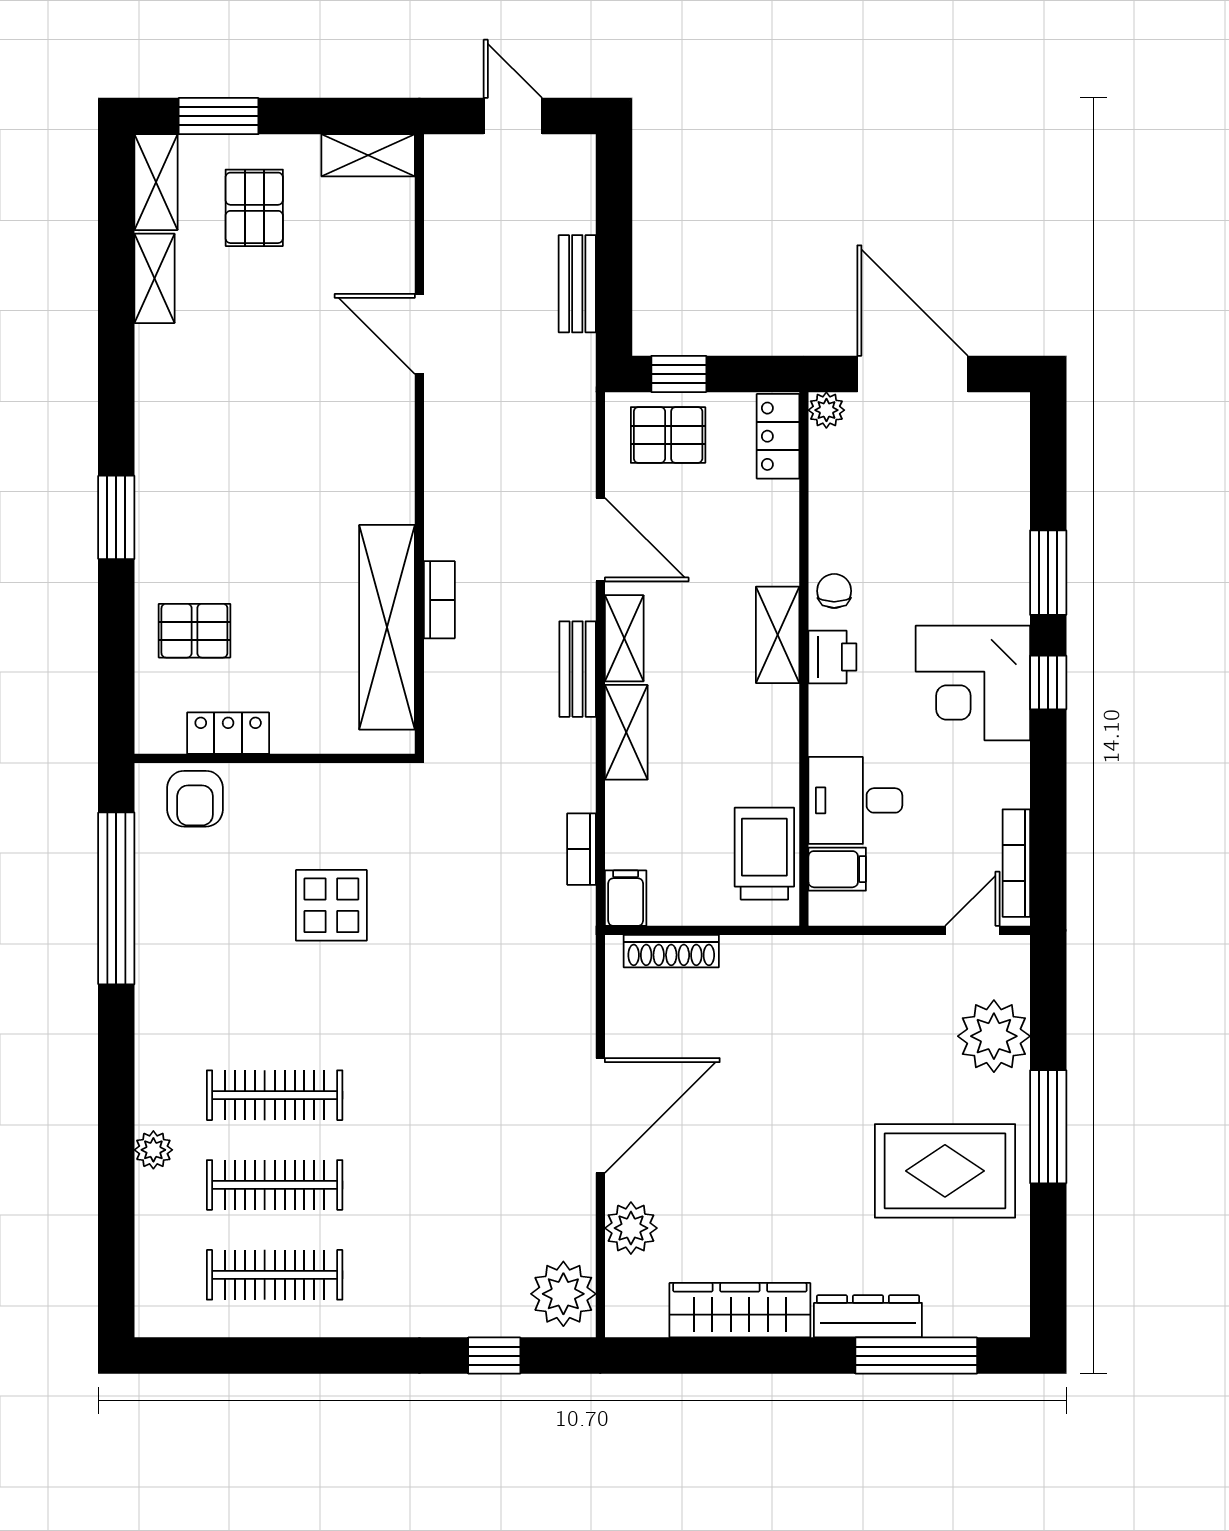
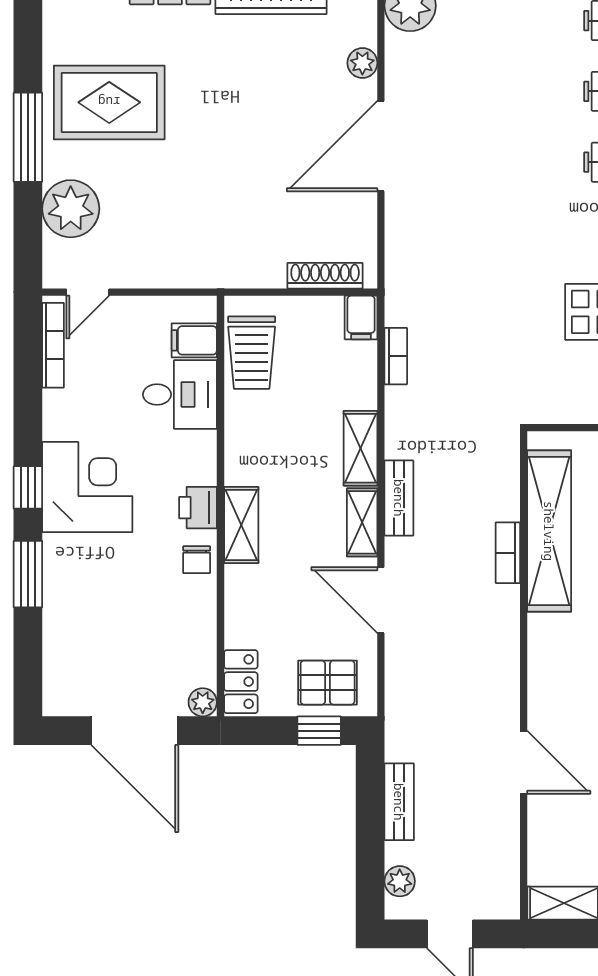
plant: (577, 183) -> (400, 881), added
plant: (631, 1228) -> (362, 63), width x0.73, depth x0.73

